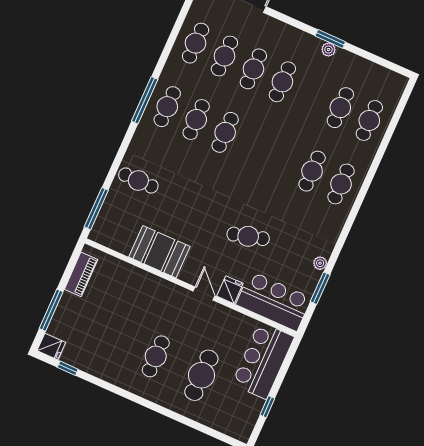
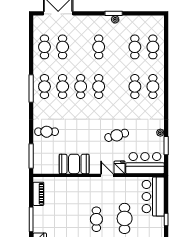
cafe table: (253, 69) -> (99, 87), moved

